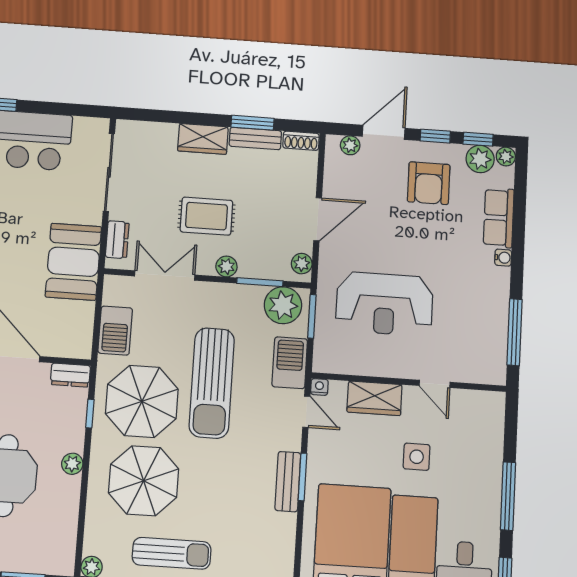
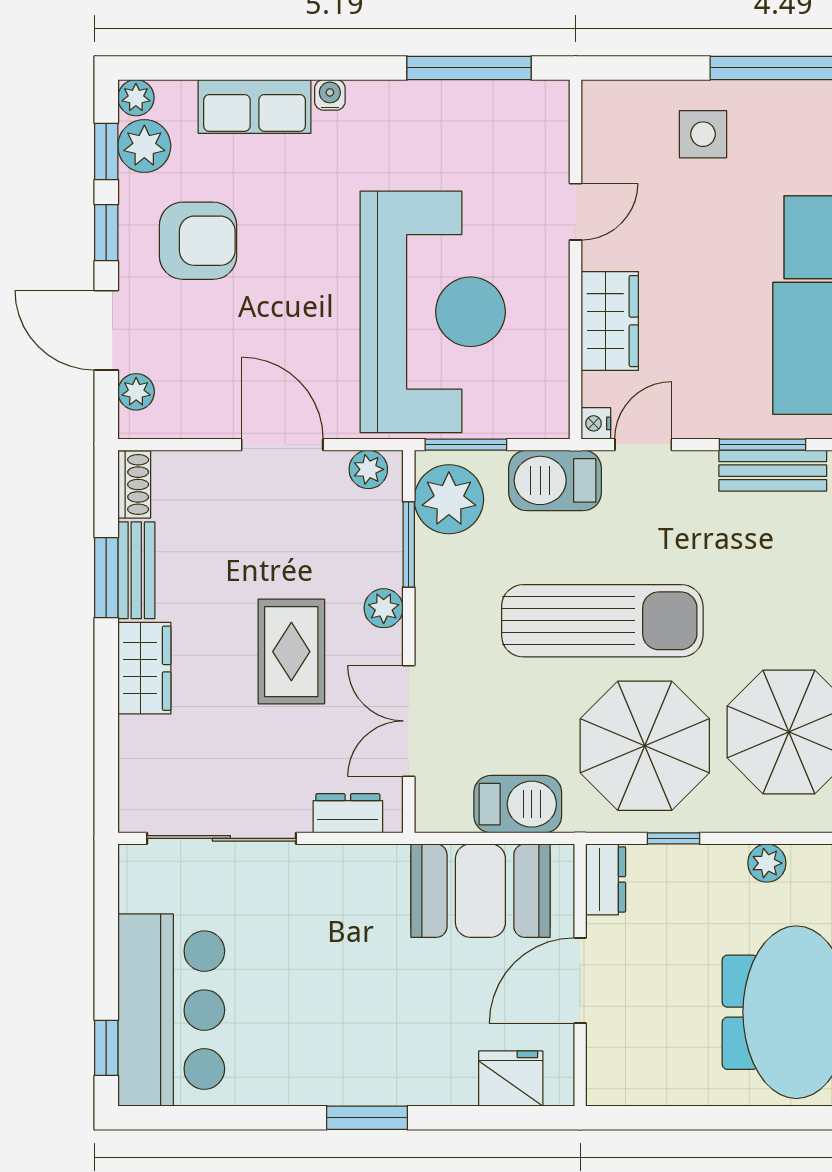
booth: (73, 262) -> (480, 891), moved
reception desk: (384, 304) -> (433, 312), width x1.36, depth x1.30
side table: (417, 457) -> (703, 134), moved

